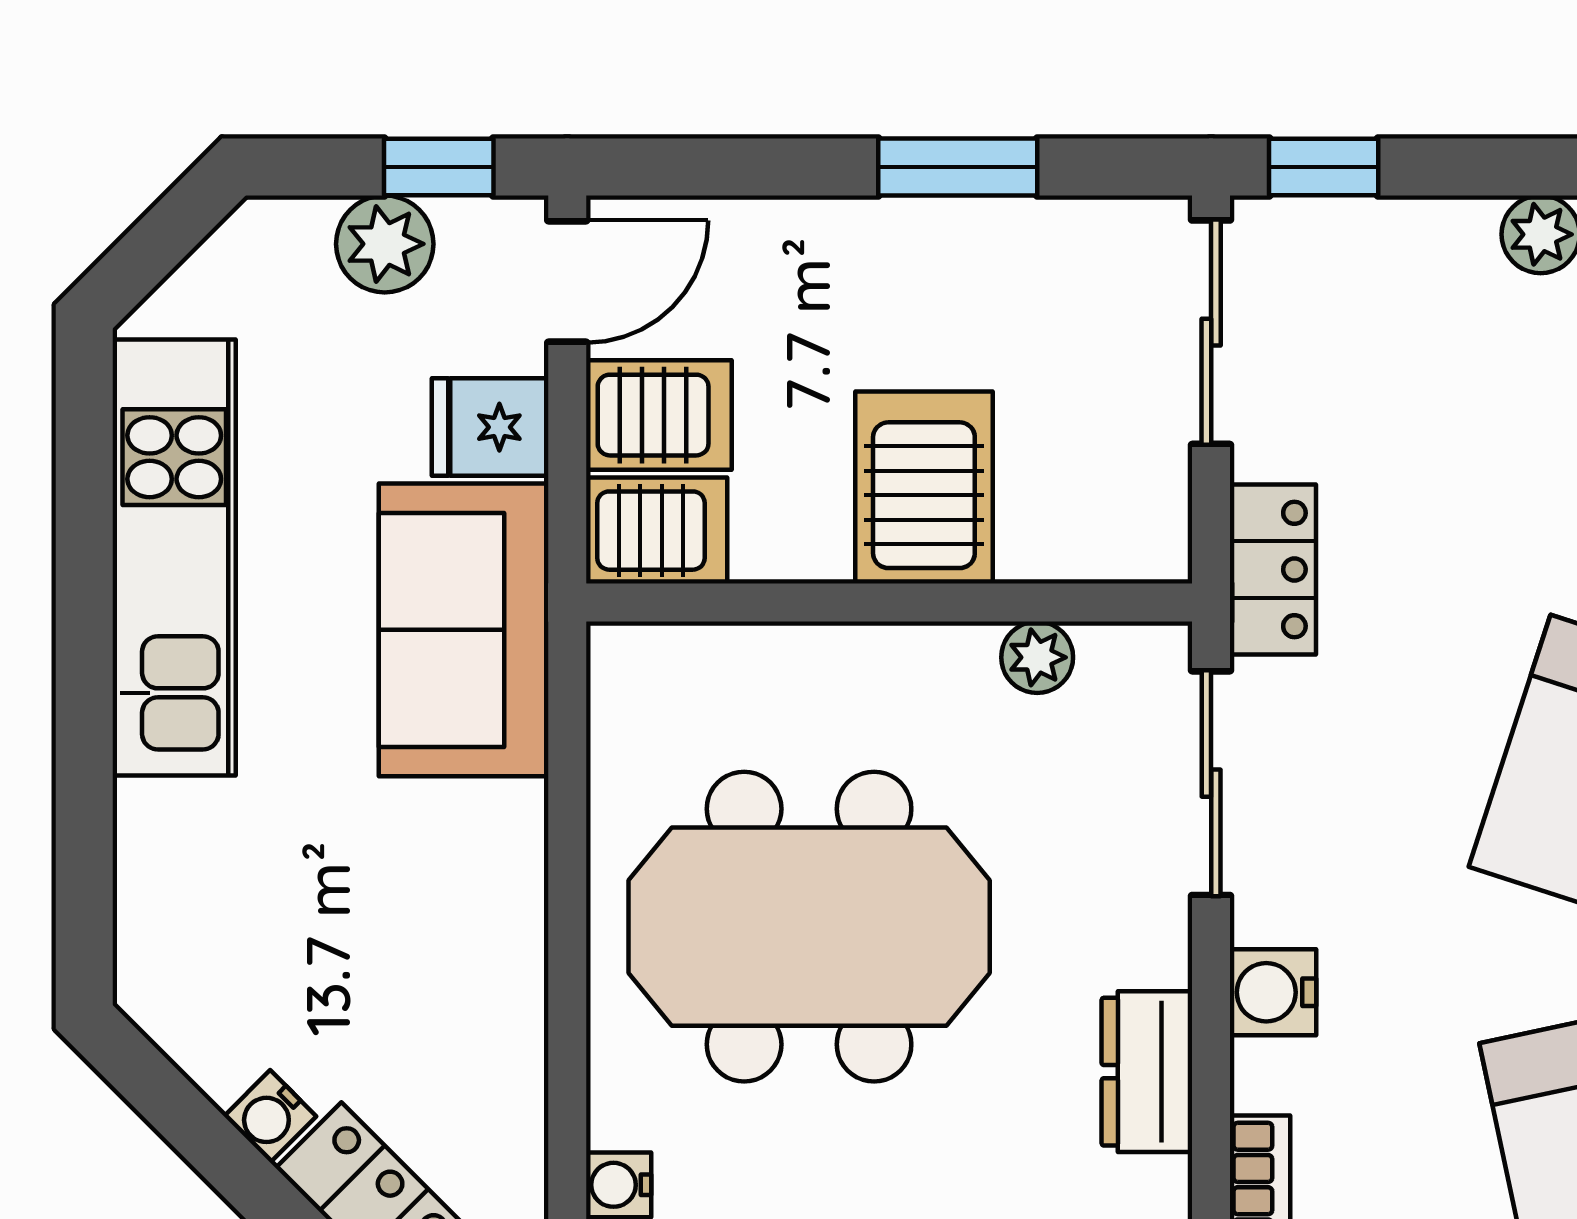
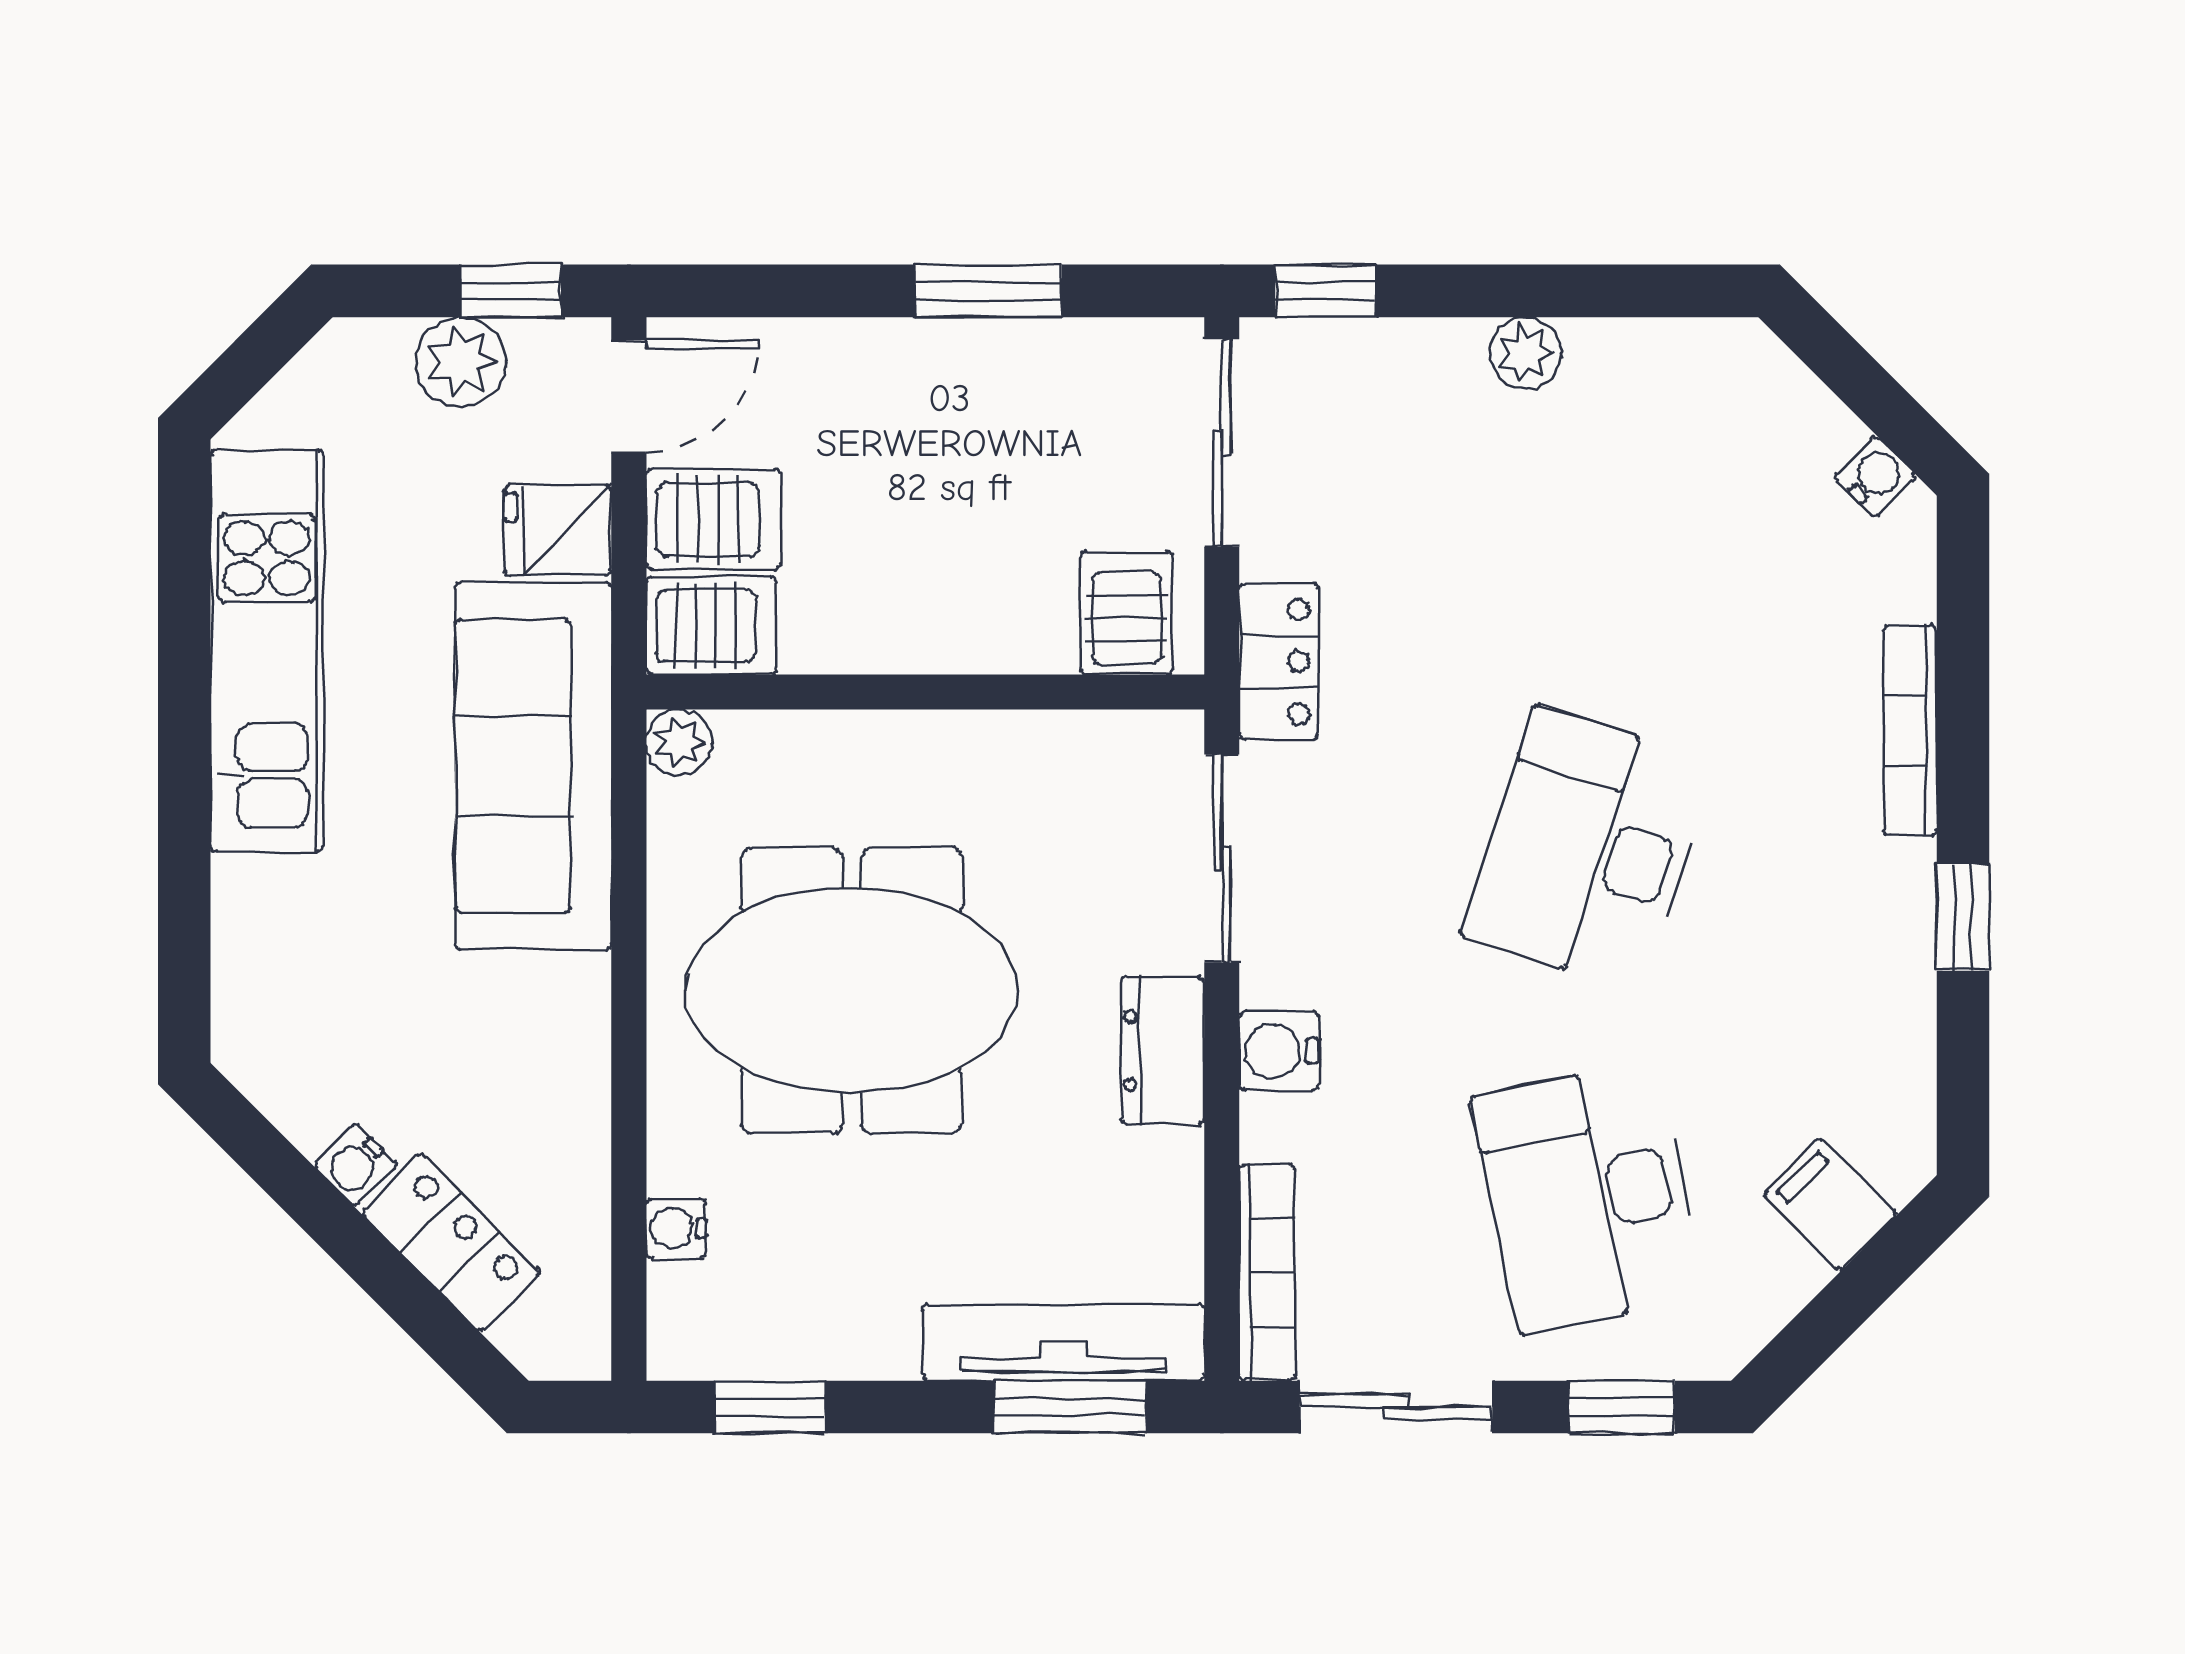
server rack: (924, 487) -> (1126, 613), moved, width x0.73, depth x0.70
sofa: (464, 630) -> (533, 766), width x1.36
plant: (1037, 657) -> (679, 742), moved
dresser: (1147, 1072) -> (1163, 1051), moved

